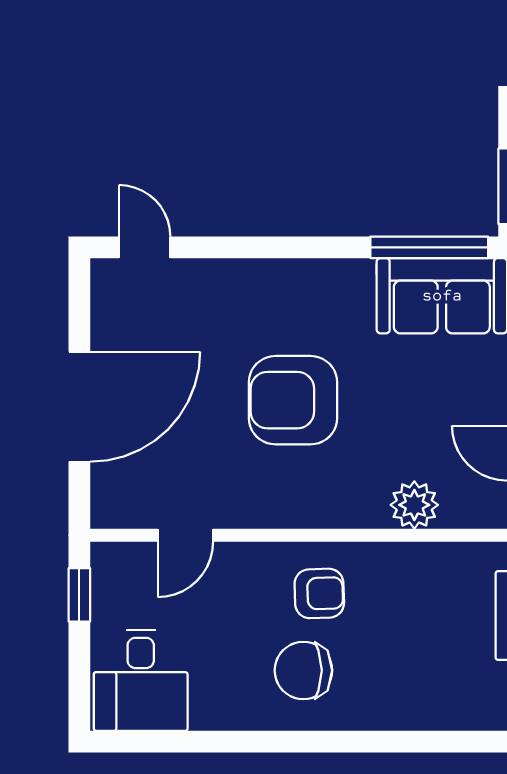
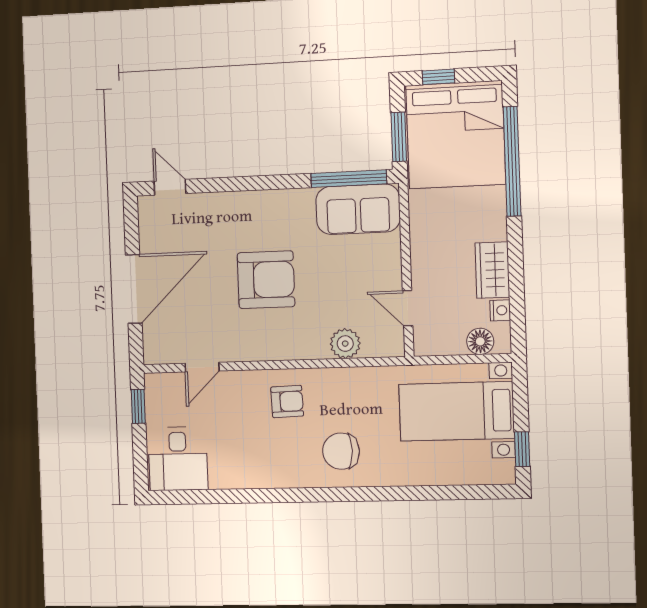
armchair: (293, 400) -> (266, 280), turned 180
chair: (303, 670) -> (341, 451), moved

